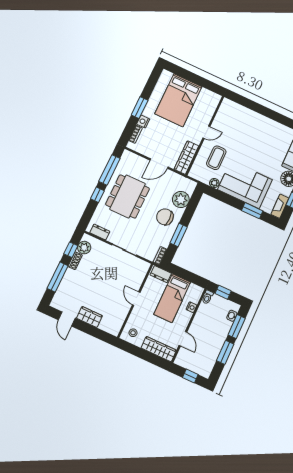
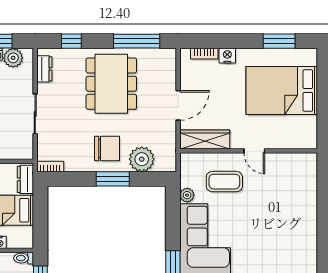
window: (140, 108) -> (279, 41), moved
door: (159, 164) -> (178, 105), swing flipped
window: (97, 195) -> (71, 41), moved
dining table: (128, 196) -> (111, 84), turned 90
chair: (165, 217) -> (107, 148), turned 90
window: (179, 235) -> (113, 179), moved

